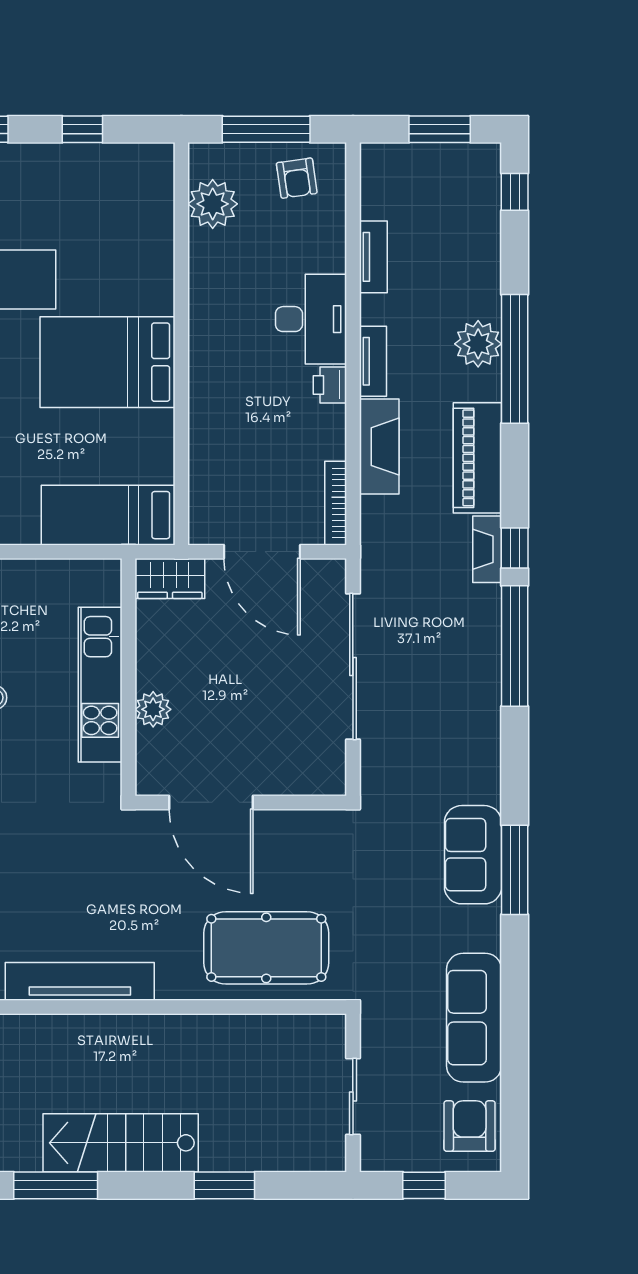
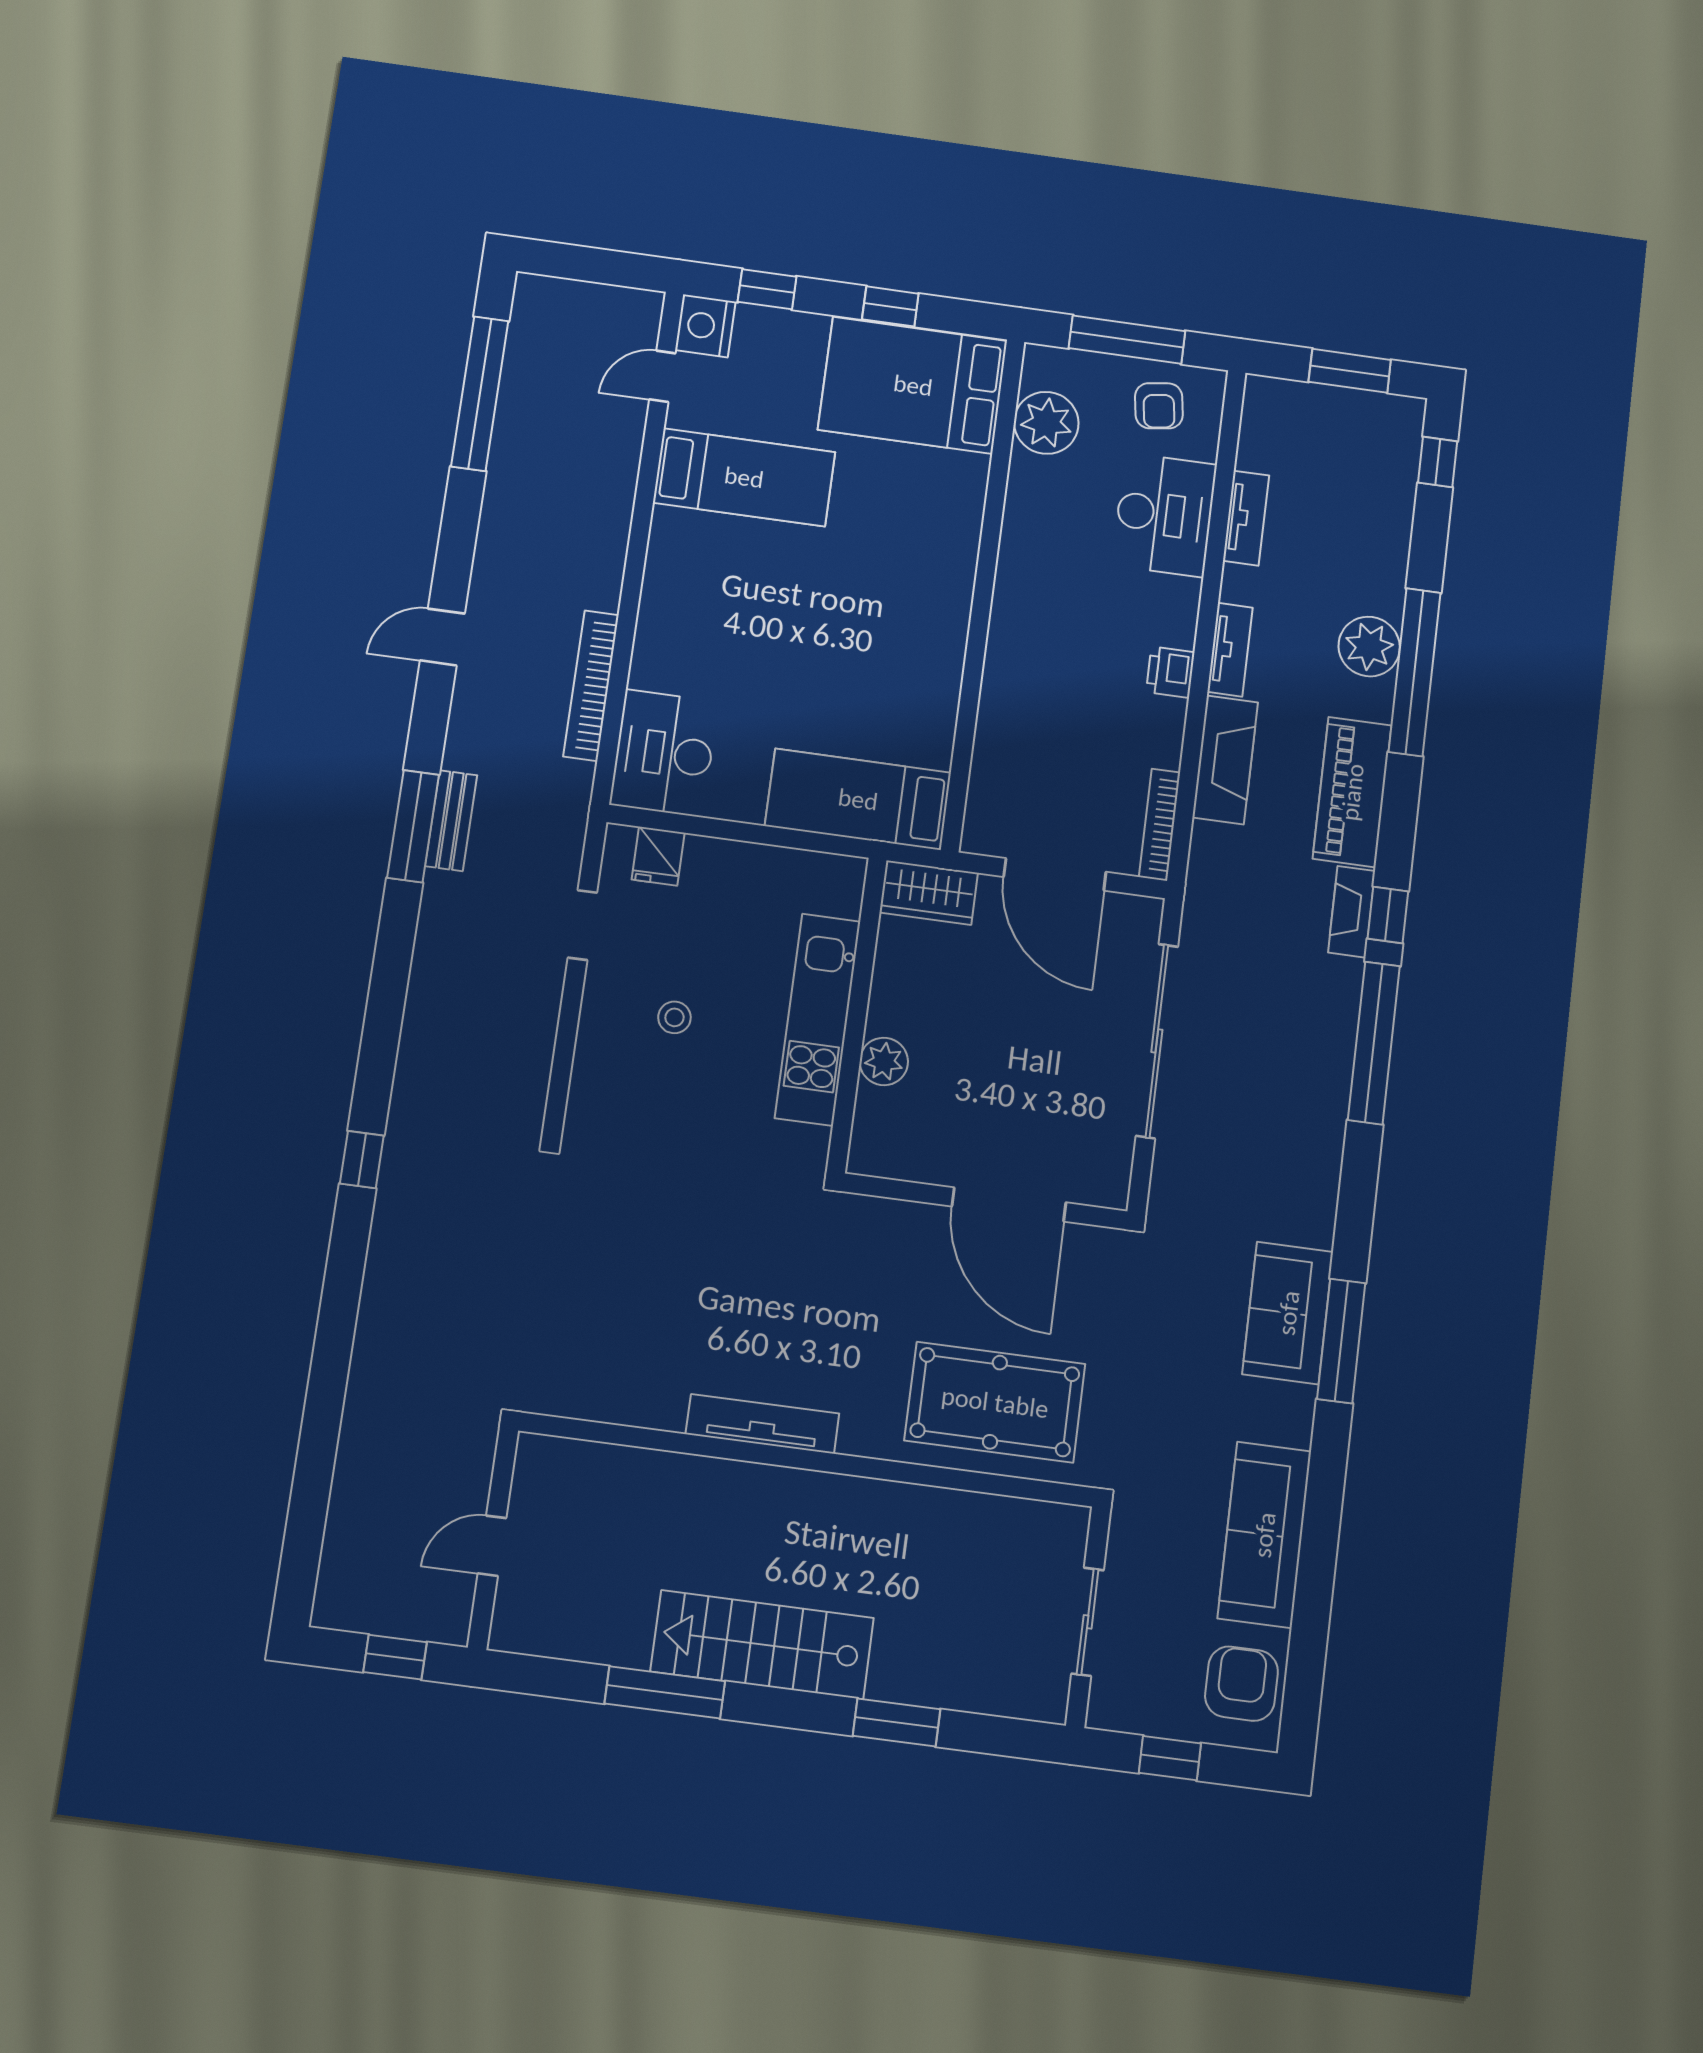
desk: (311, 319) -> (1164, 515), moved
bed: (107, 362) -> (913, 385), moved
door: (211, 802) -> (1009, 1204), moved
tv unit: (80, 981) -> (762, 1424), width x0.73, depth x0.78

